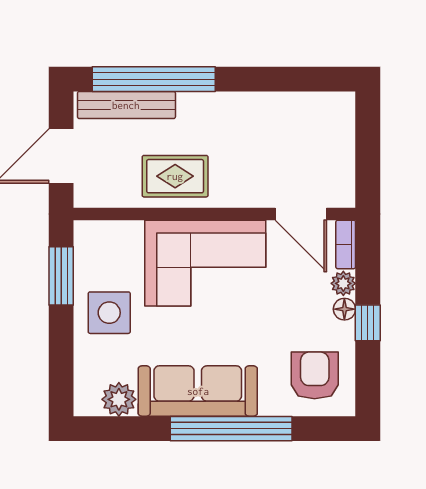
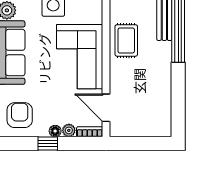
door: (301, 214) -> (106, 108), hinge flipped
armchair: (315, 375) -> (20, 115), turned -90

